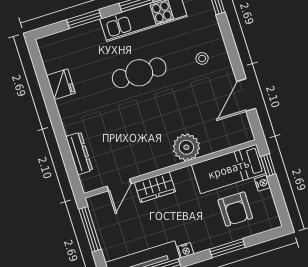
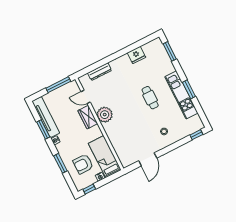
window: (84, 19) -> (170, 51), moved
cafe table: (139, 73) -> (150, 98), width x0.73, depth x0.74
door: (246, 95) -> (148, 159), swing flipped
plant: (186, 147) -> (105, 115), moved
window: (268, 165) -> (89, 189), moved

